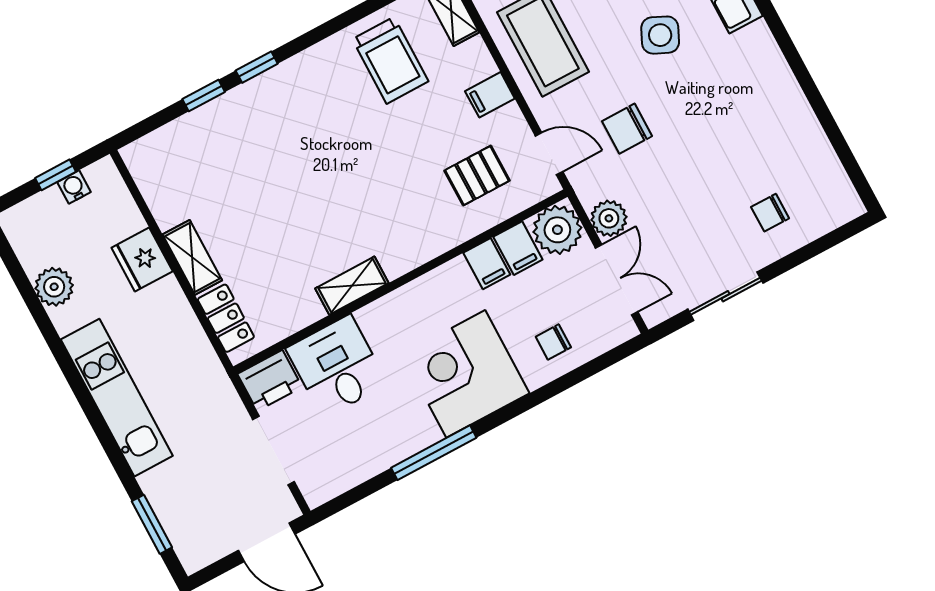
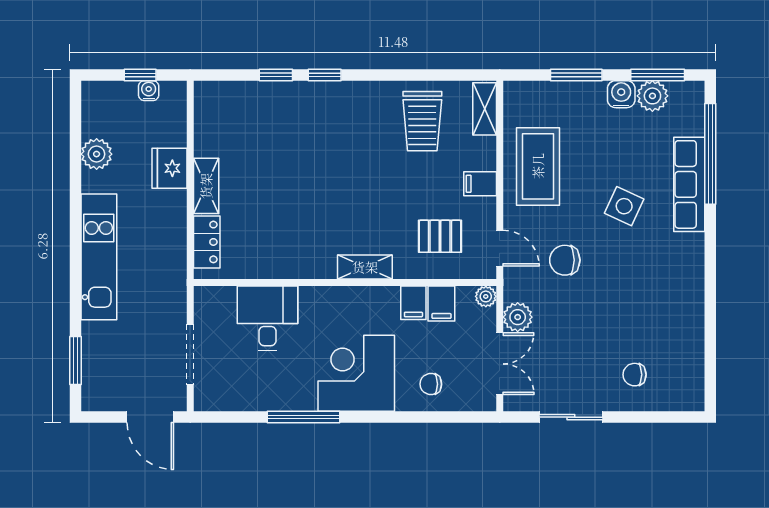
plant: (557, 230) -> (486, 296), width x0.53, depth x0.53
shelving: (352, 286) -> (365, 267), moved
printer: (270, 380) -> (214, 303), removed

